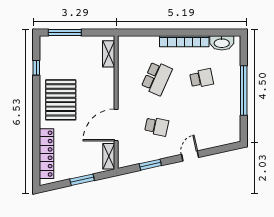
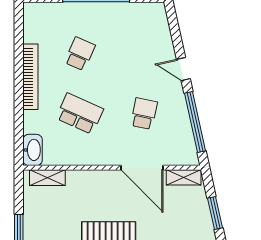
washbasin: (222, 43) -> (33, 150), moved
school desk: (202, 78) -> (80, 54), turned 36
window: (150, 165) -> (195, 122), width x2.11

